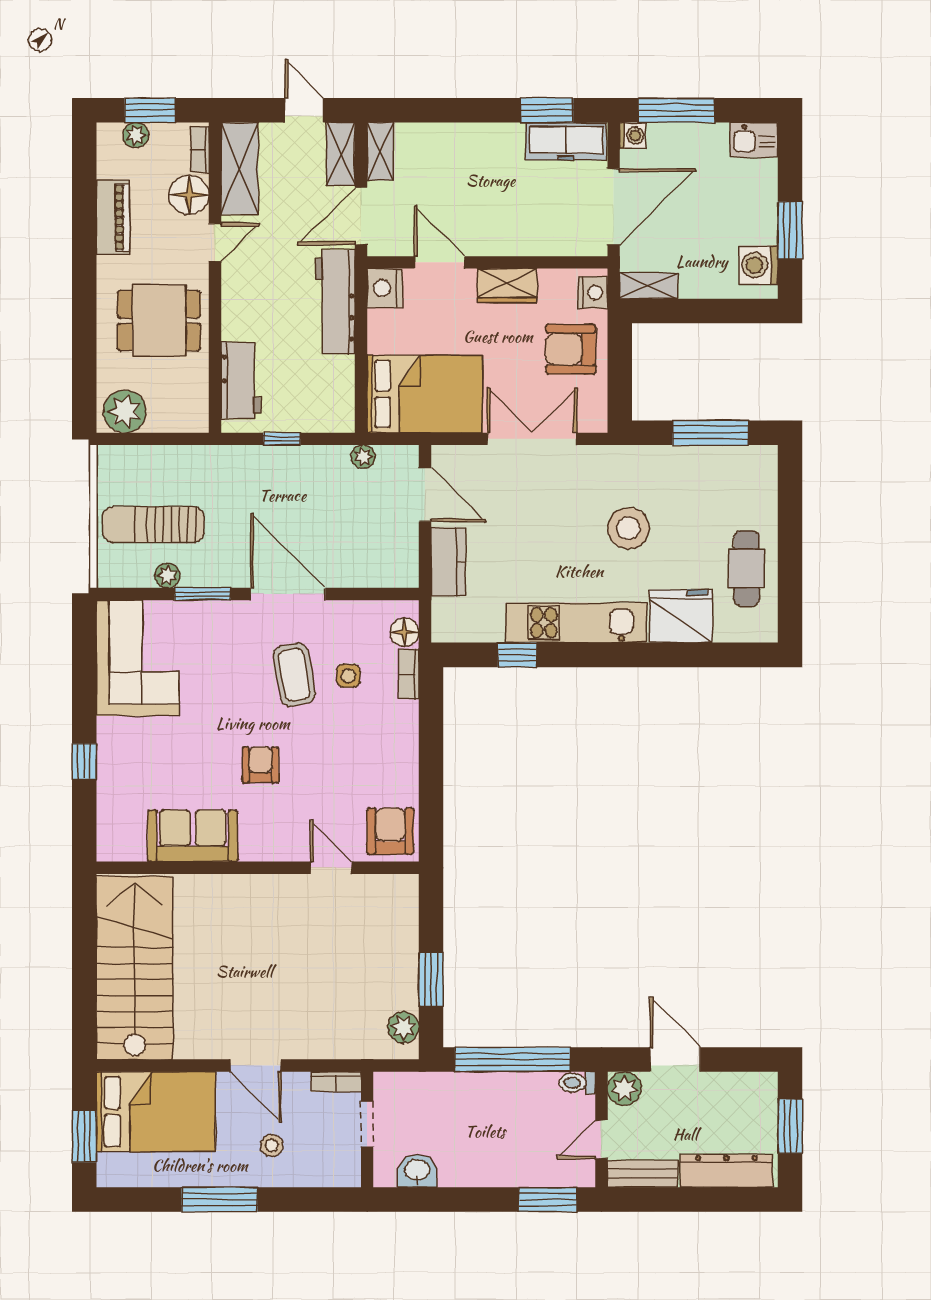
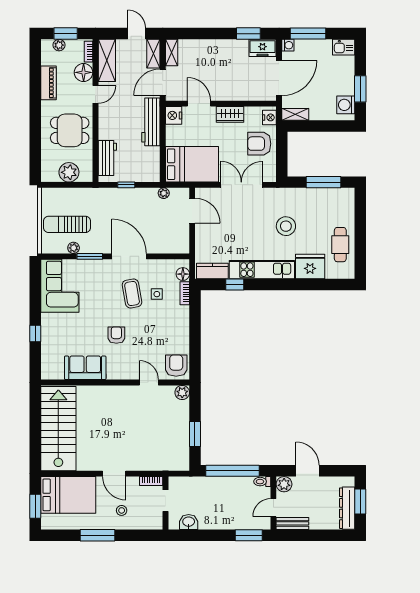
freezer: (566, 141) -> (263, 48), width x0.71
plant: (125, 411) -> (69, 172), moved
kitchen counter: (448, 562) -> (212, 271), moved, turned -90
plant: (403, 1027) -> (182, 393), moved
dresser: (726, 1171) -> (347, 508), moved, turned -90

